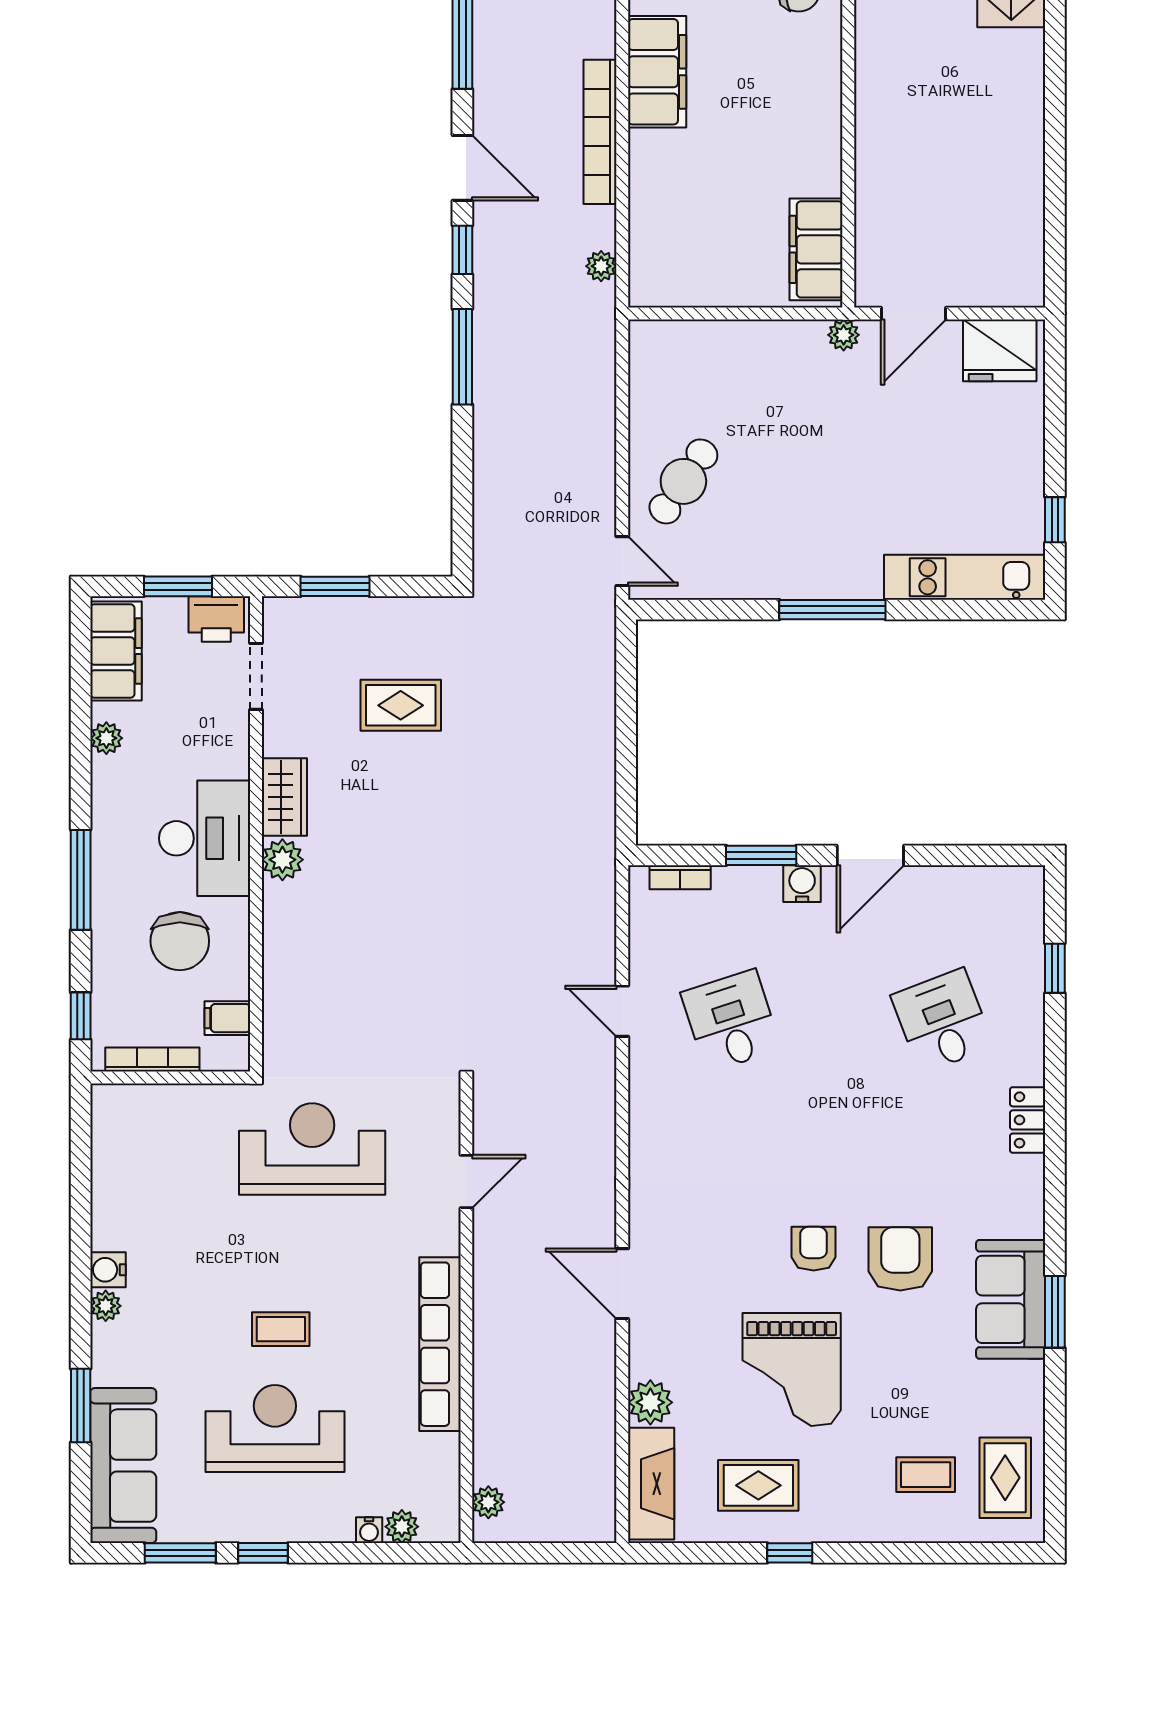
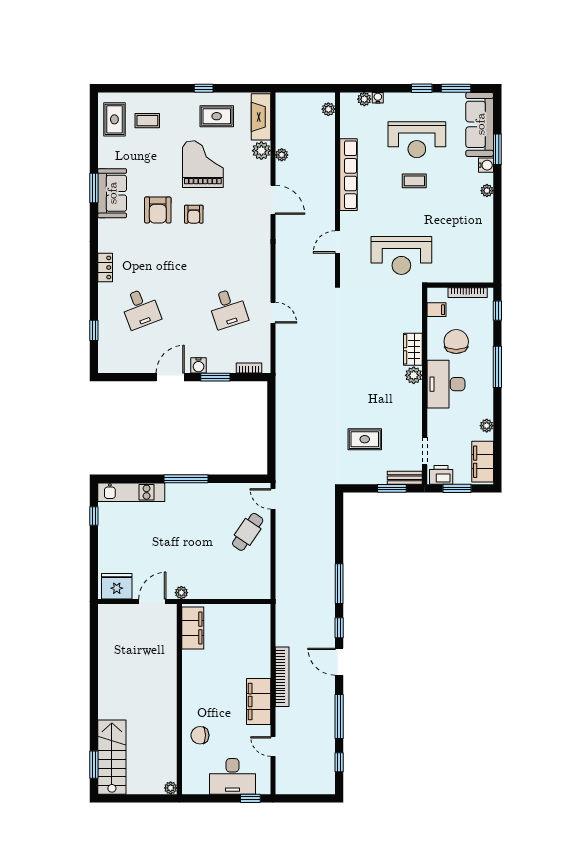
plant: (601, 266) -> (282, 155), moved
bench: (304, 612) -> (405, 478), added
wardrobe: (284, 797) -> (413, 349), moved
water cooler: (108, 1270) -> (486, 165), moved

